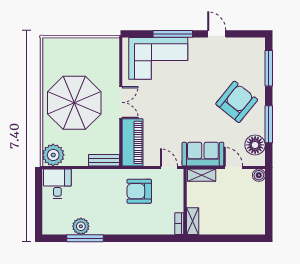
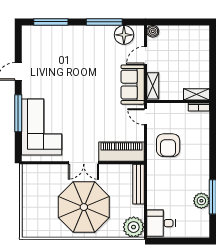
double door: (121, 102) -> (84, 163), swing flipped
armchair: (237, 102) -> (83, 52), removed
bench: (104, 160) -> (138, 184), width x1.36
door: (169, 167) -> (145, 117), hinge flipped

